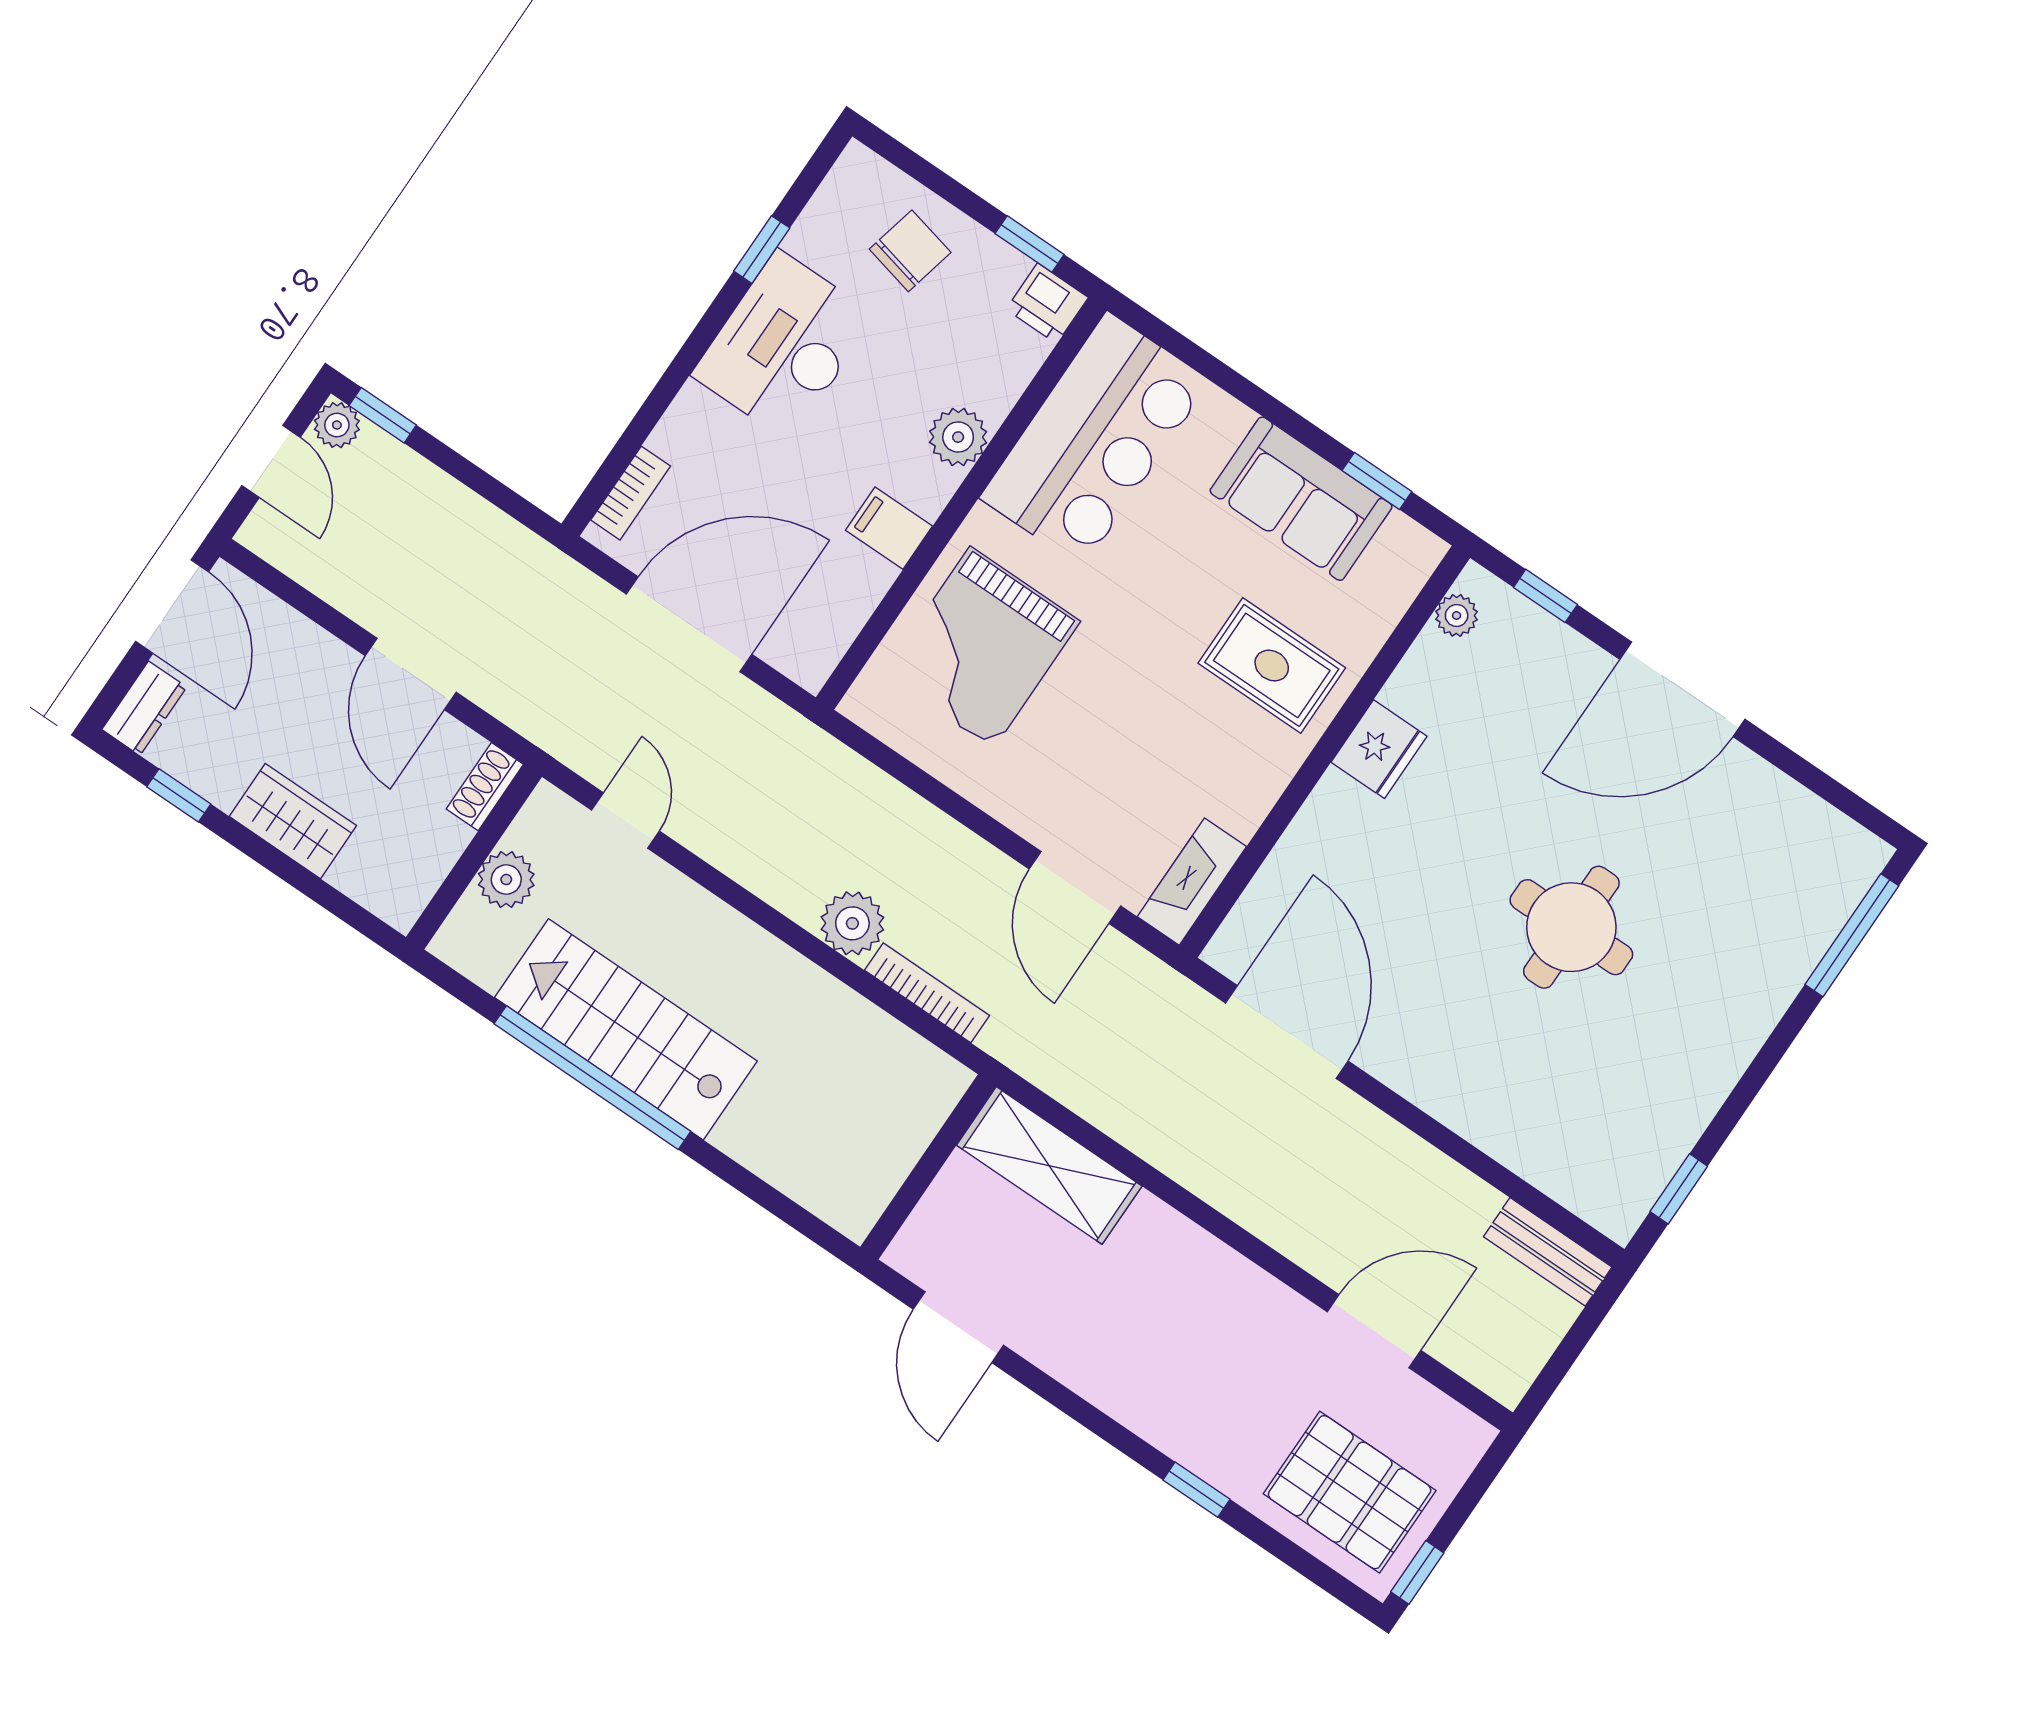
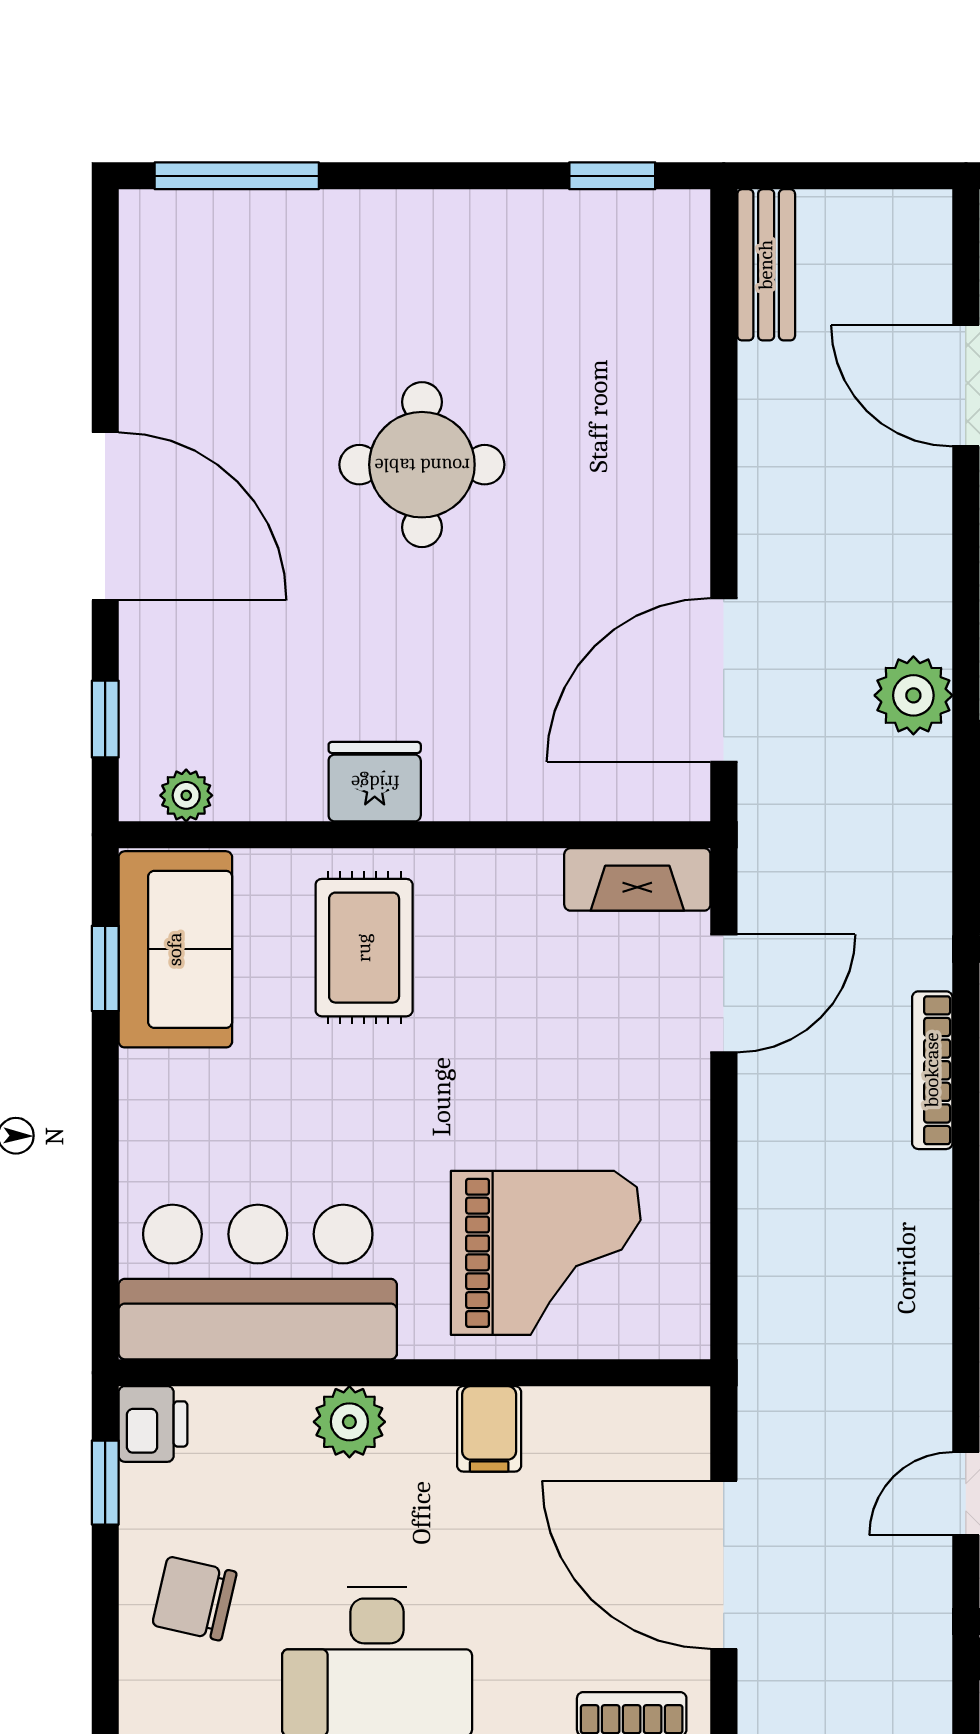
sofa: (1301, 499) -> (175, 949), moved
plant: (852, 923) -> (913, 695), moved

